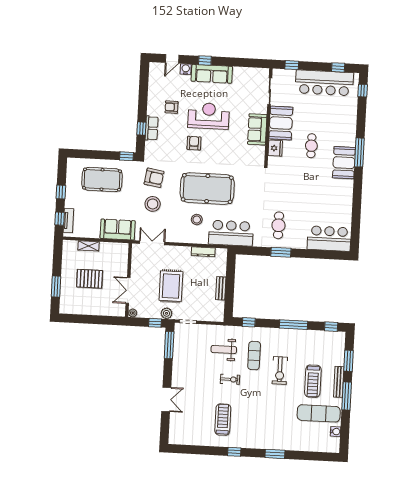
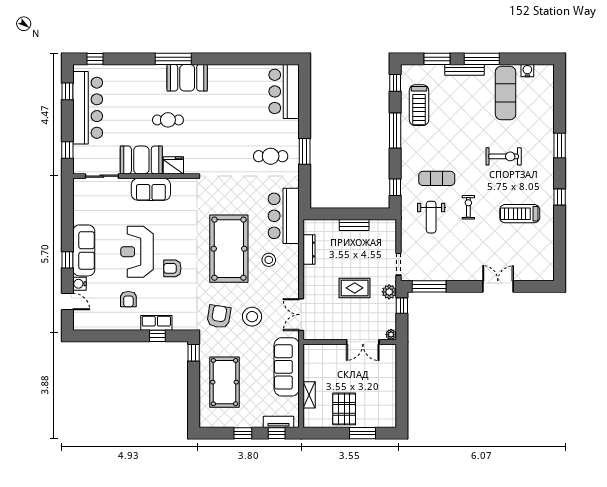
sofa: (118, 230) -> (287, 367), width x1.36
pallet: (90, 279) -> (344, 409), moved
rug: (171, 286) -> (355, 288), width x0.73, depth x0.70
exercise bike: (280, 371) -> (504, 156), moved
treadmill: (313, 381) -> (419, 105), moved, turned 90

